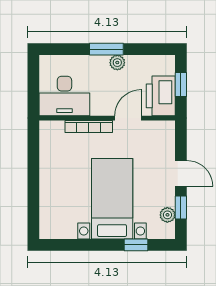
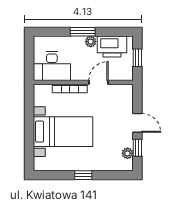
printer: (161, 96) -> (112, 47), moved, turned -90
bed with nightstands: (112, 199) -> (63, 132), moved, turned 90
window: (136, 245) -> (83, 175), moved

